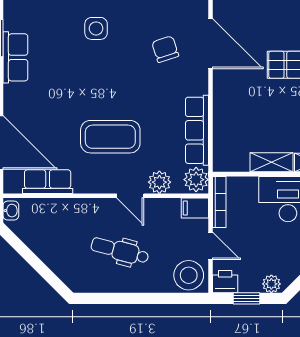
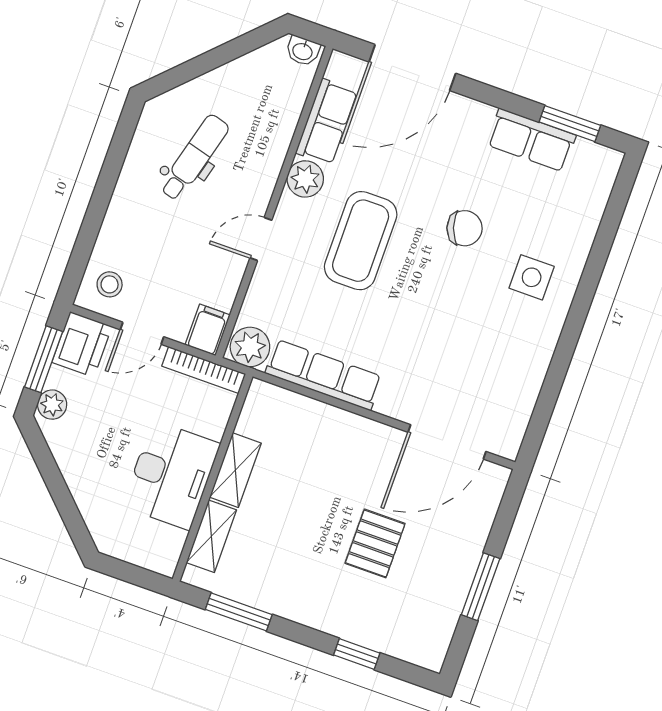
chair: (165, 49) -> (465, 228), moved
plant: (159, 182) -> (305, 179), moved
dental chair: (120, 251) -> (194, 158), moved
stool: (189, 275) -> (110, 284), width x0.53, depth x0.53
printer: (225, 282) -> (82, 344), width x1.36, depth x1.24
window: (247, 298) -> (44, 359), width x1.50

